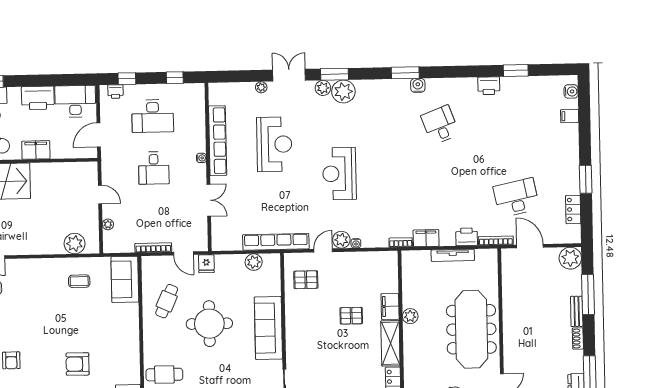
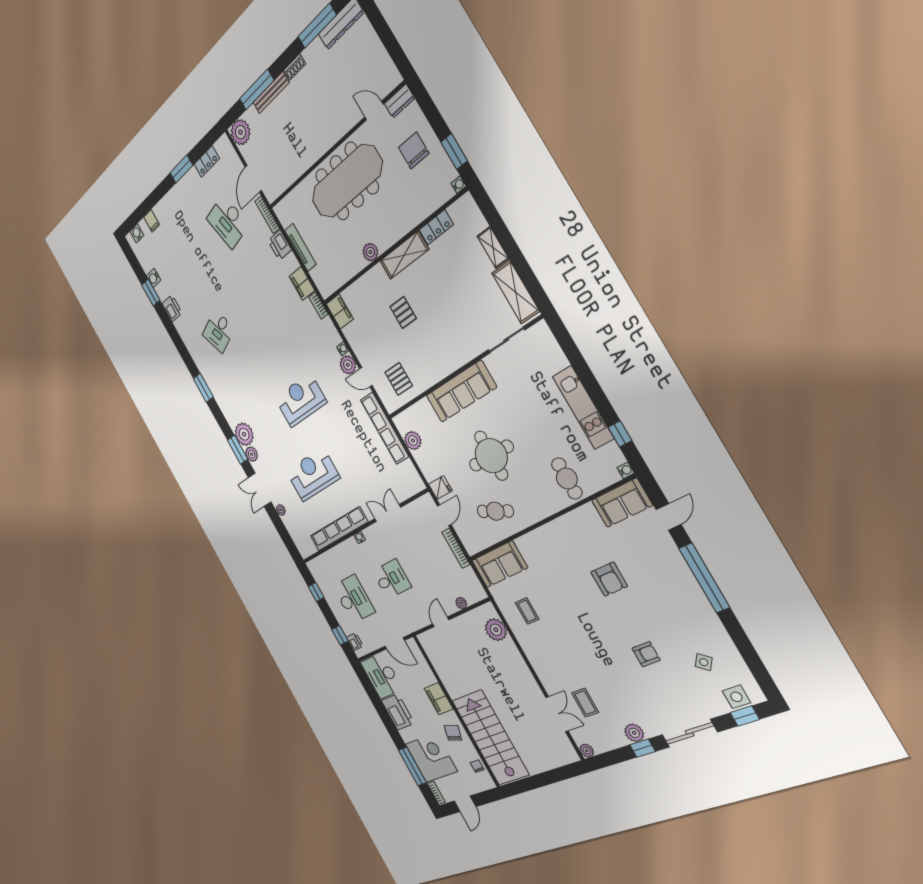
water cooler: (418, 85) -> (154, 278), moved
reception desk: (339, 174) -> (301, 400), turned 180
filing cabinet: (390, 306) -> (340, 311), moved, turned -90
bench: (577, 311) -> (271, 93), width x1.36

